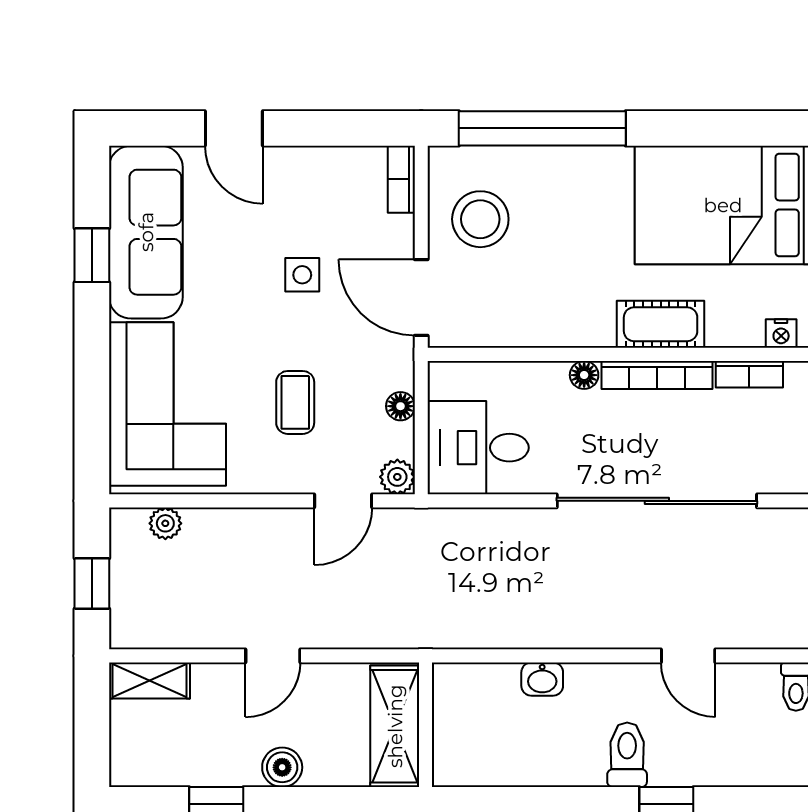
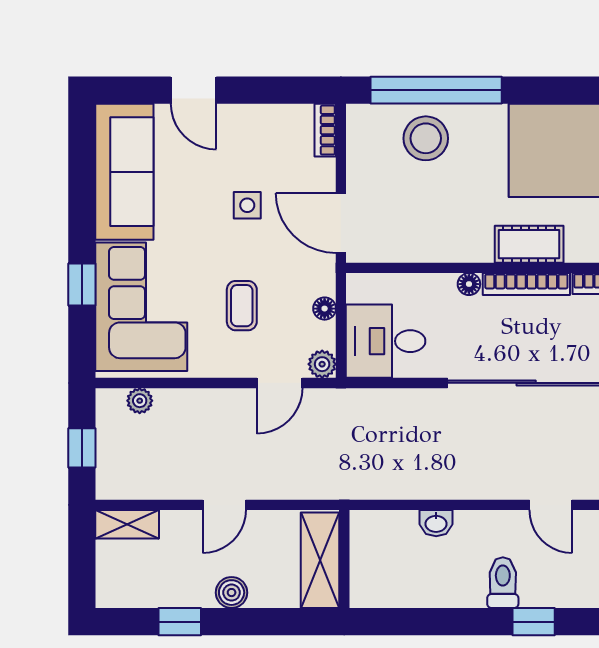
stool: (480, 219) -> (426, 138), moved
window: (92, 255) -> (82, 284), moved

